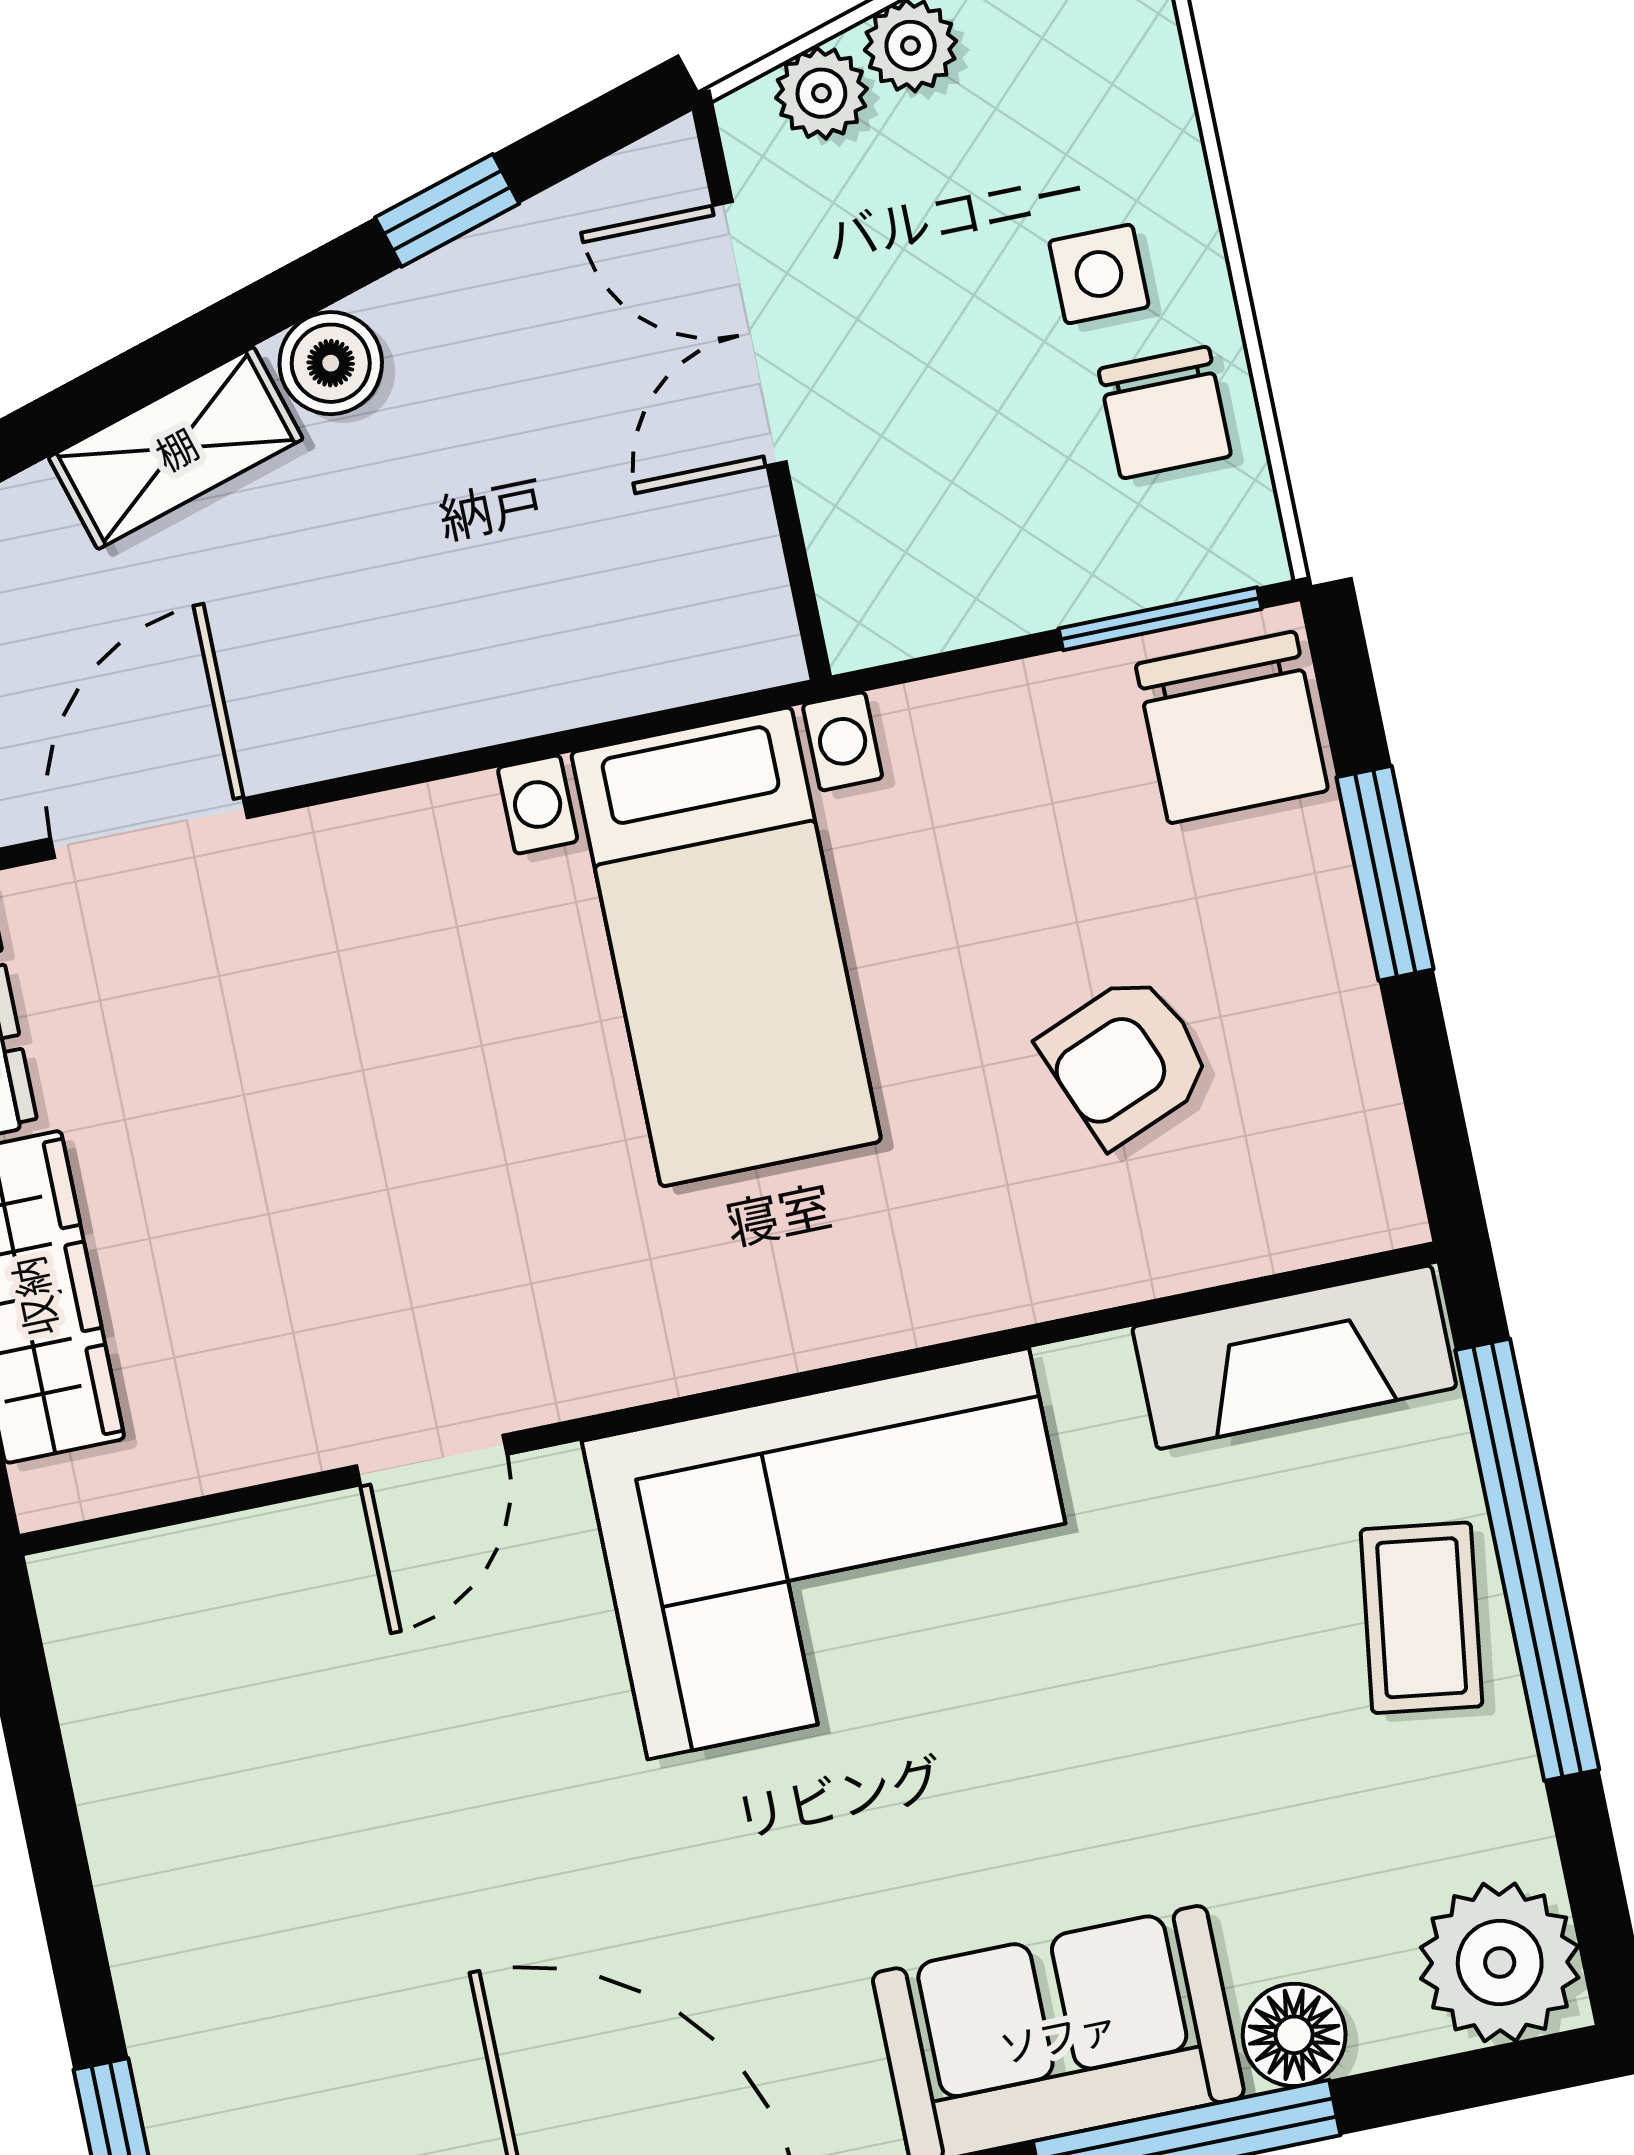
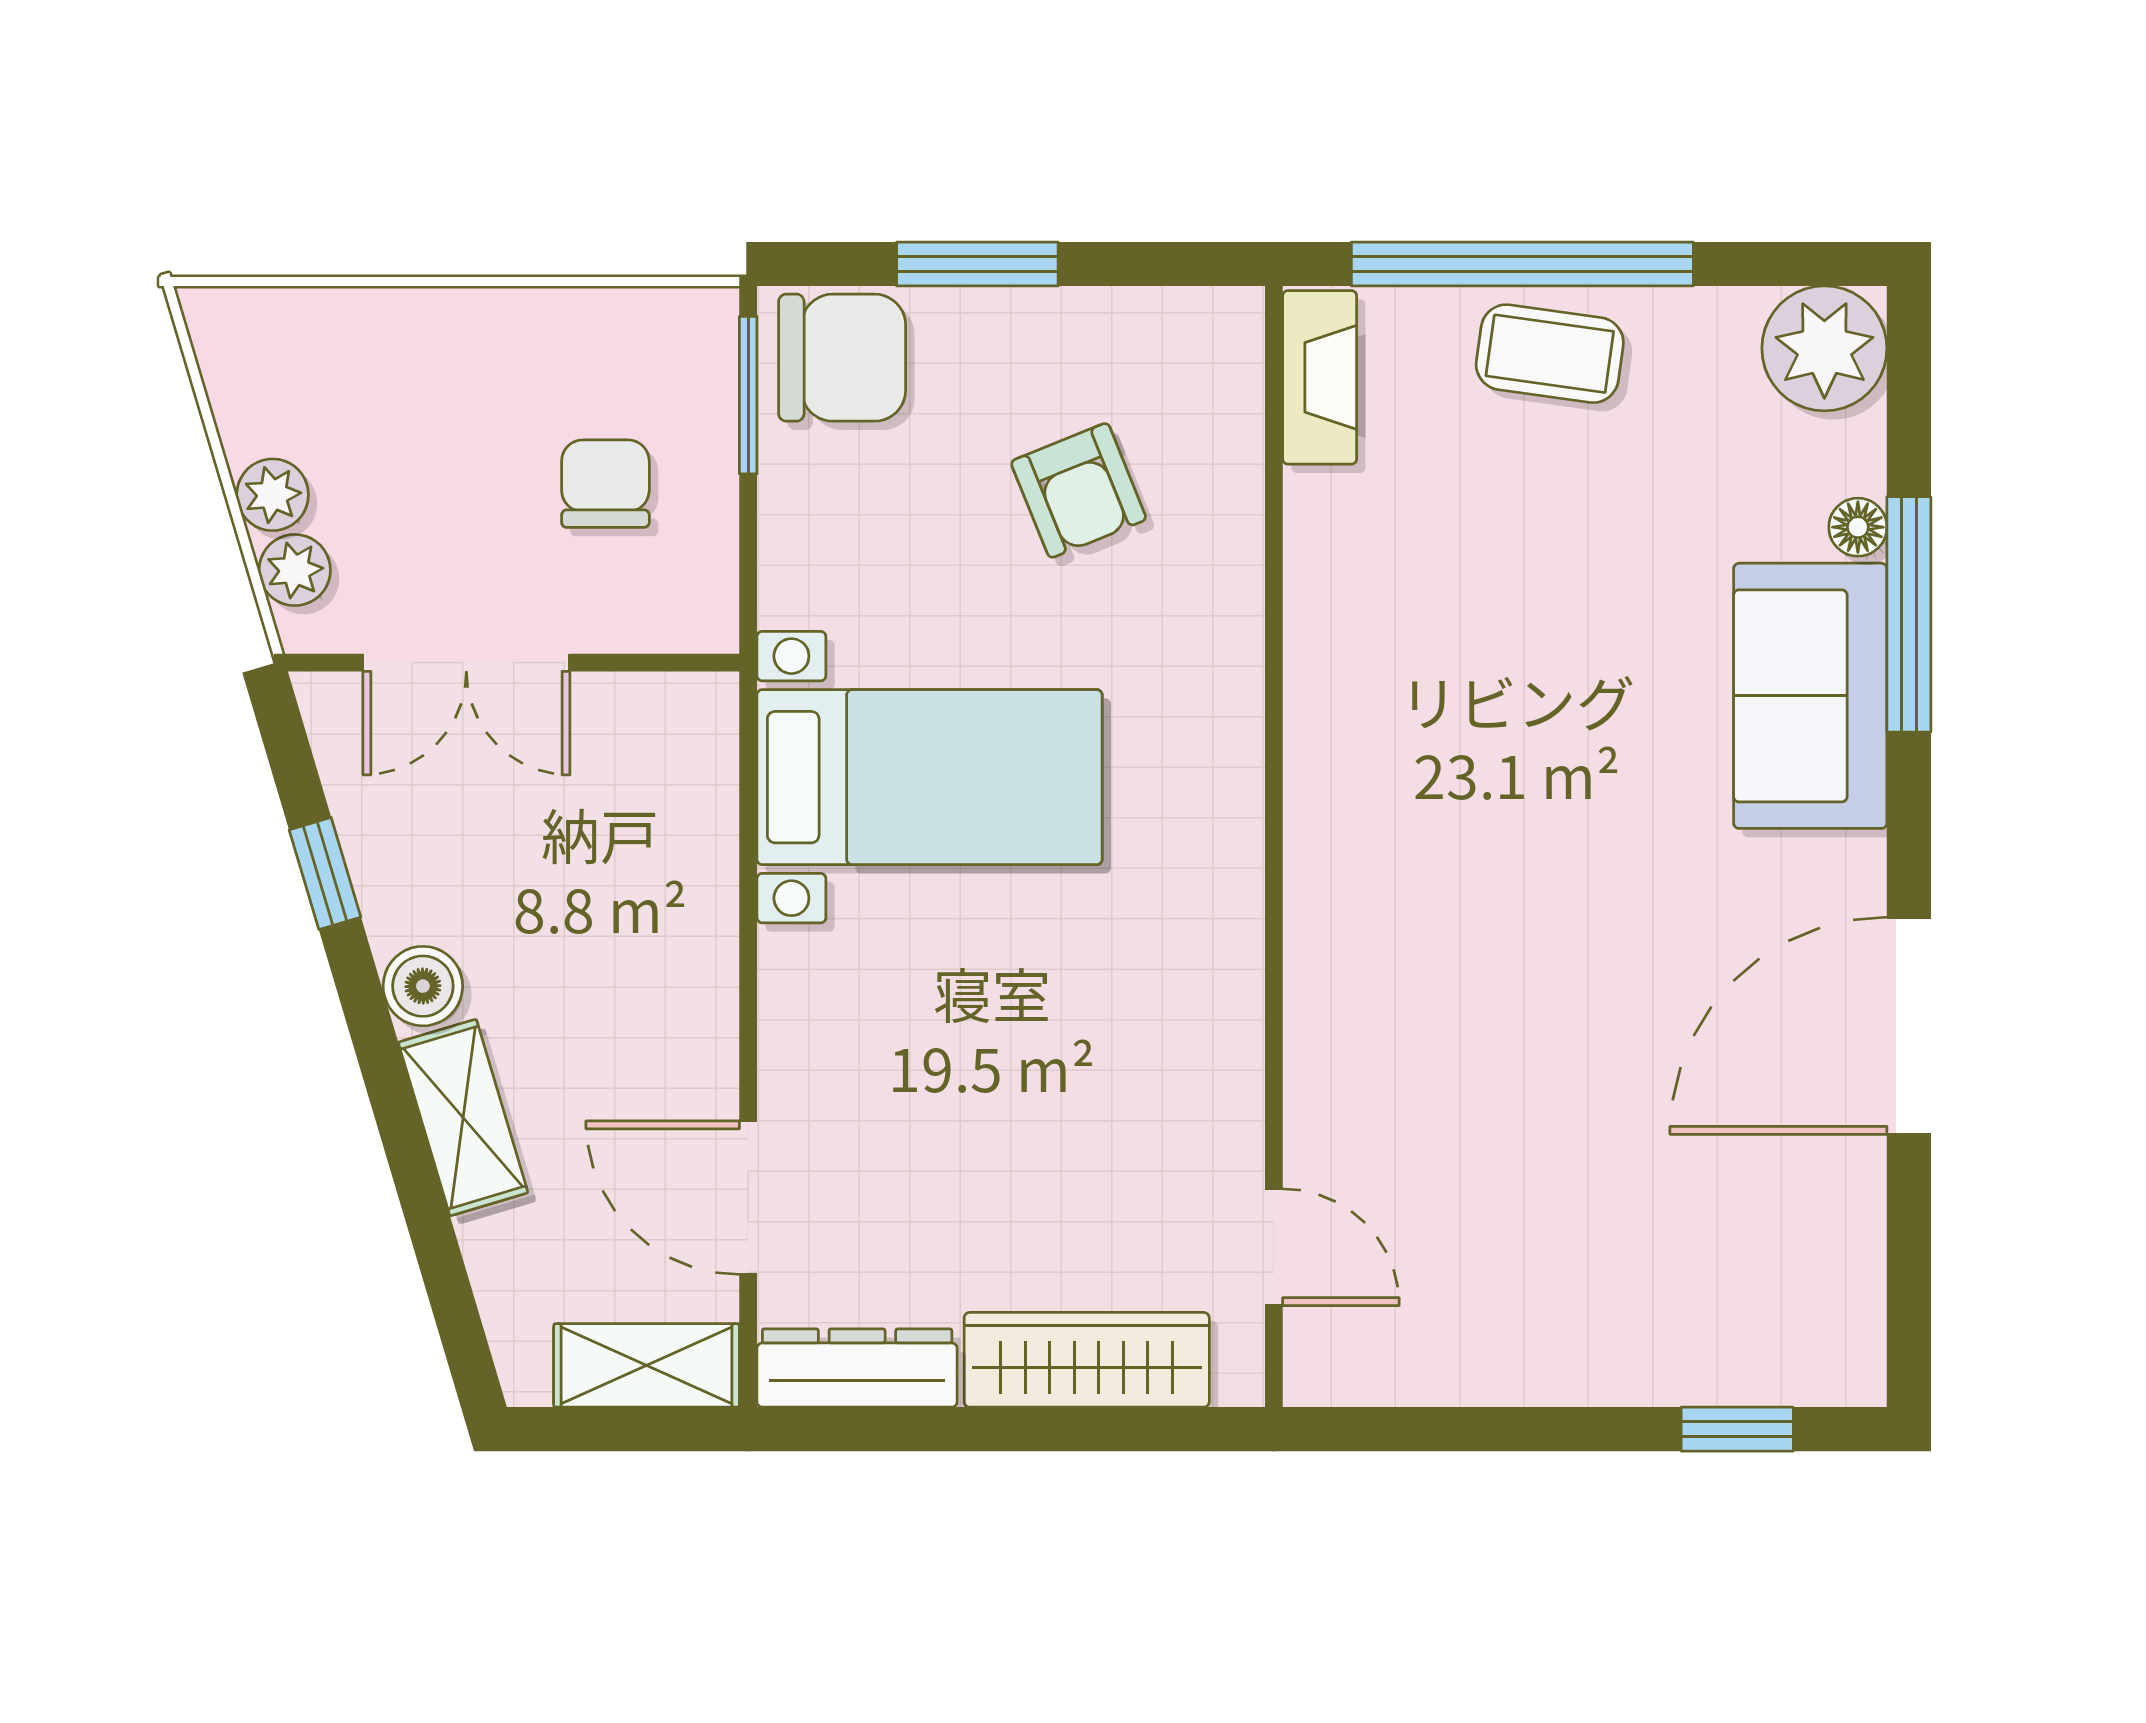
side table: (1099, 274) -> (476, 387), removed
chair: (1165, 412) -> (605, 484), moved, turned -90
fireplace: (1294, 1357) -> (1320, 377), width x0.73, depth x0.76
door: (432, 1460) -> (1274, 1247), moved
corner sofa: (838, 1554) -> (1409, 787), removed
floor lamp: (1294, 2035) -> (1858, 527), width x0.73, depth x0.73

